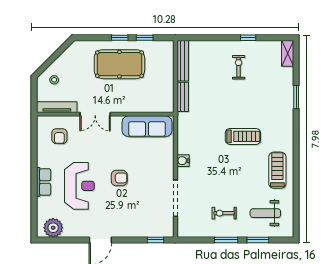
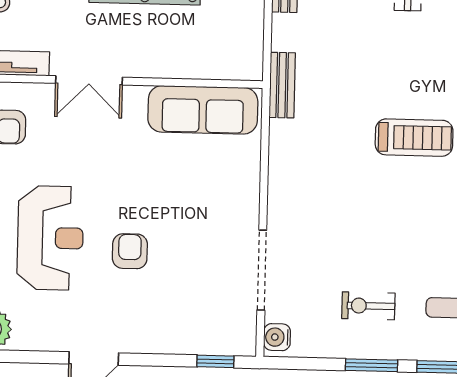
bench: (183, 97) -> (282, 85), moved
water cooler: (183, 161) -> (277, 337), moved
armchair: (119, 178) -> (130, 251), moved, turned -90

